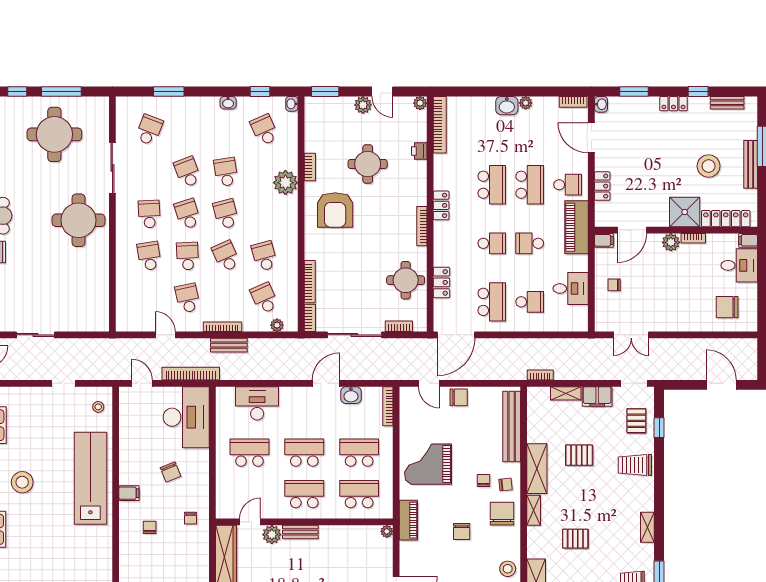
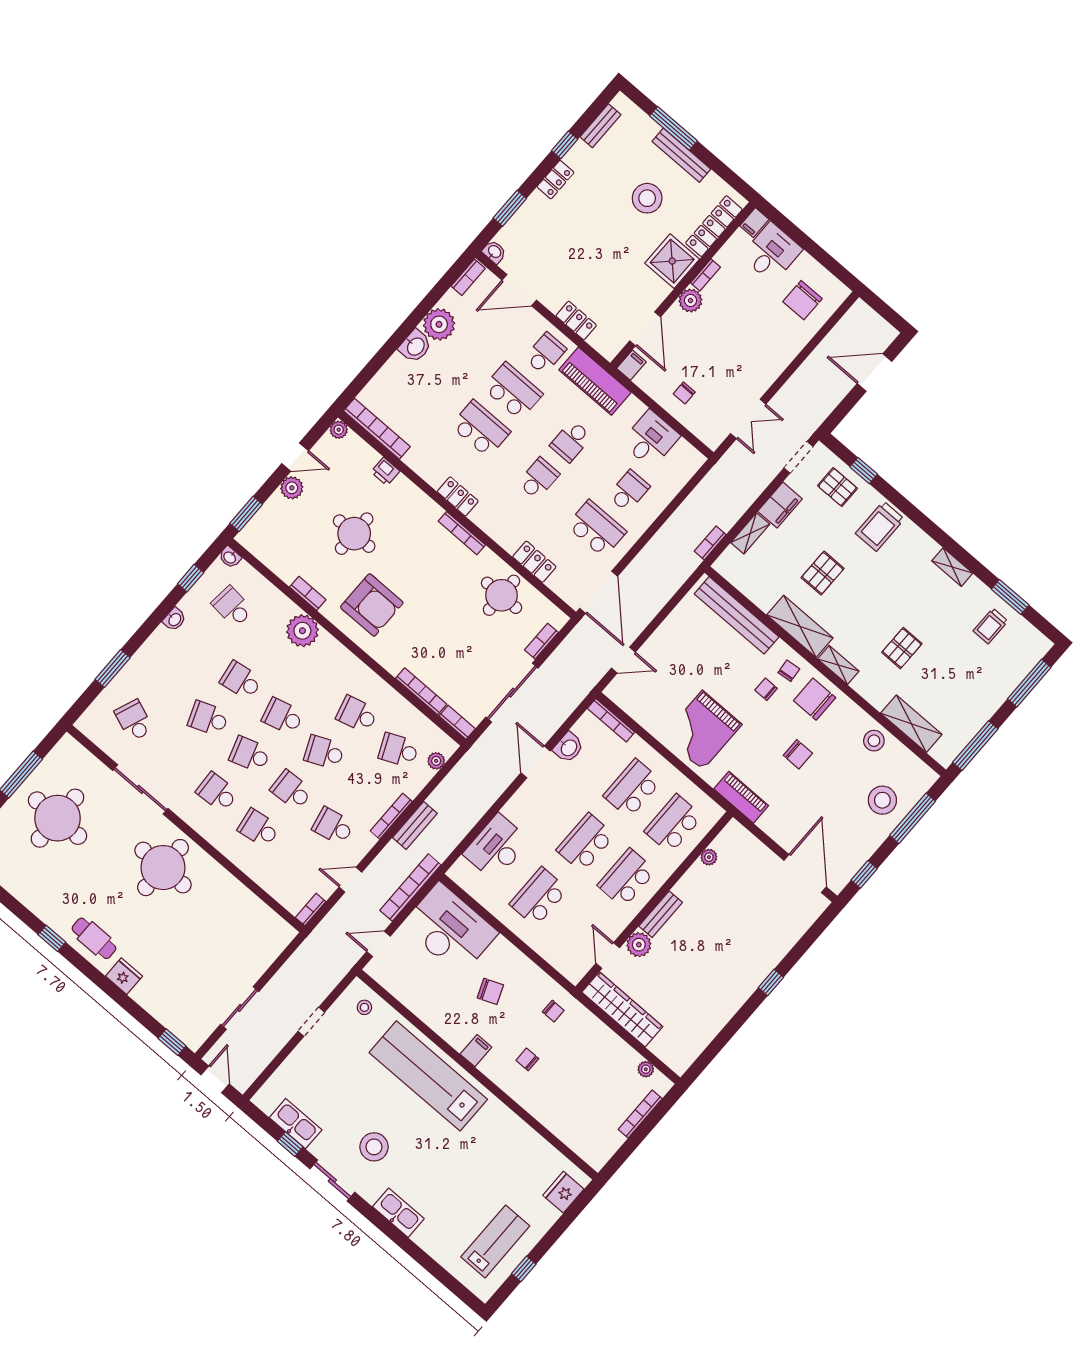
plant: (526, 103) -> (439, 324), width x1.88, depth x1.88
school desk: (264, 130) -> (232, 607), turned 30
bookcase: (128, 327) -> (311, 910), added
chair: (459, 397) -> (663, 643), removed
plant: (387, 531) -> (709, 857), moved

